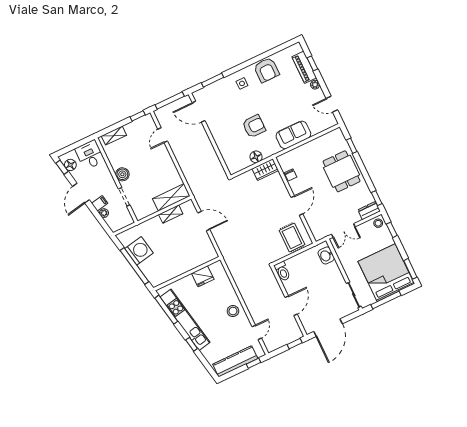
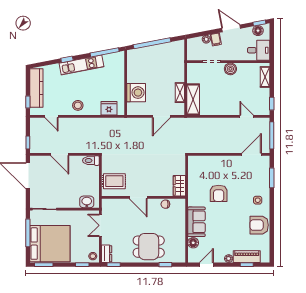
floor lamp: (256, 157) -> (193, 243), moved
washing machine: (139, 251) -> (136, 93), moved, turned -79
fridge: (203, 276) -> (109, 108), moved, turned 90
kitchen unit: (185, 320) -> (81, 65), width x0.73

